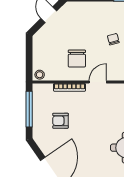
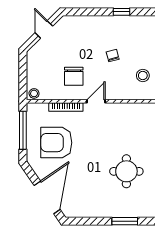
armchair: (60, 121) -> (56, 143), width x1.88, depth x1.88

